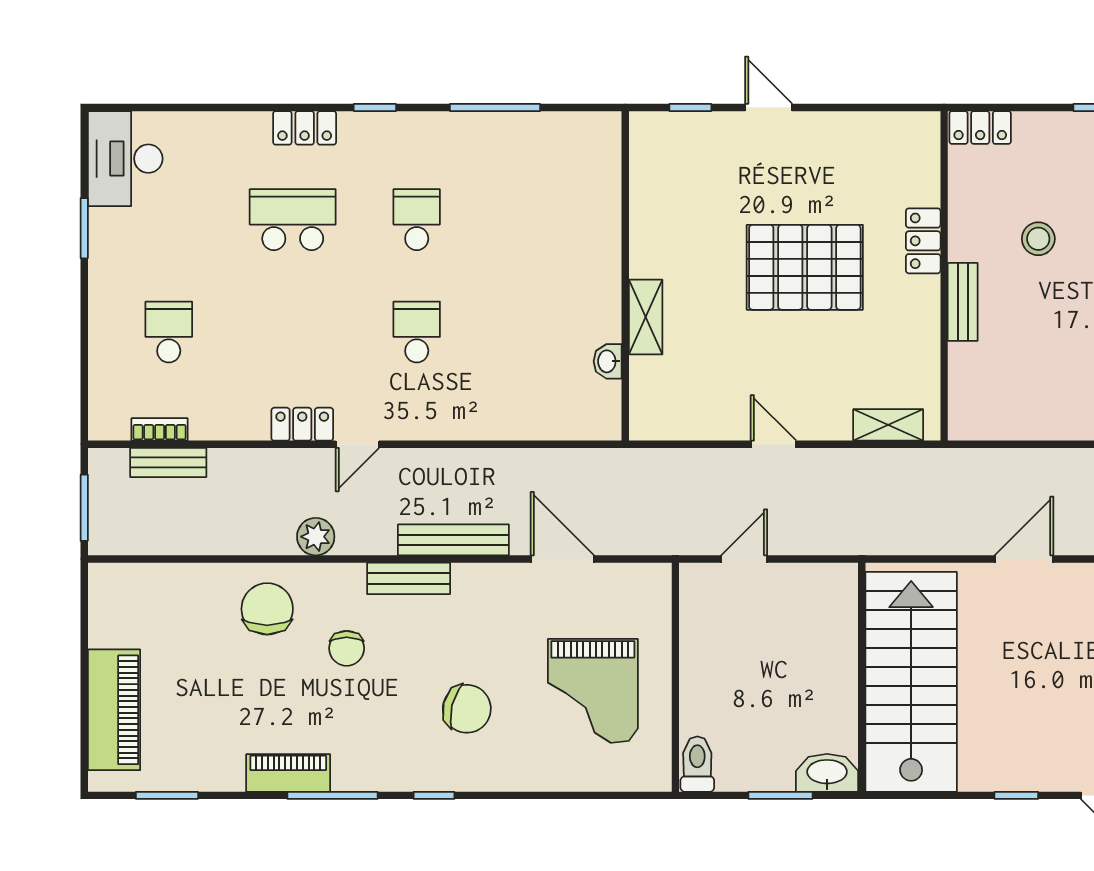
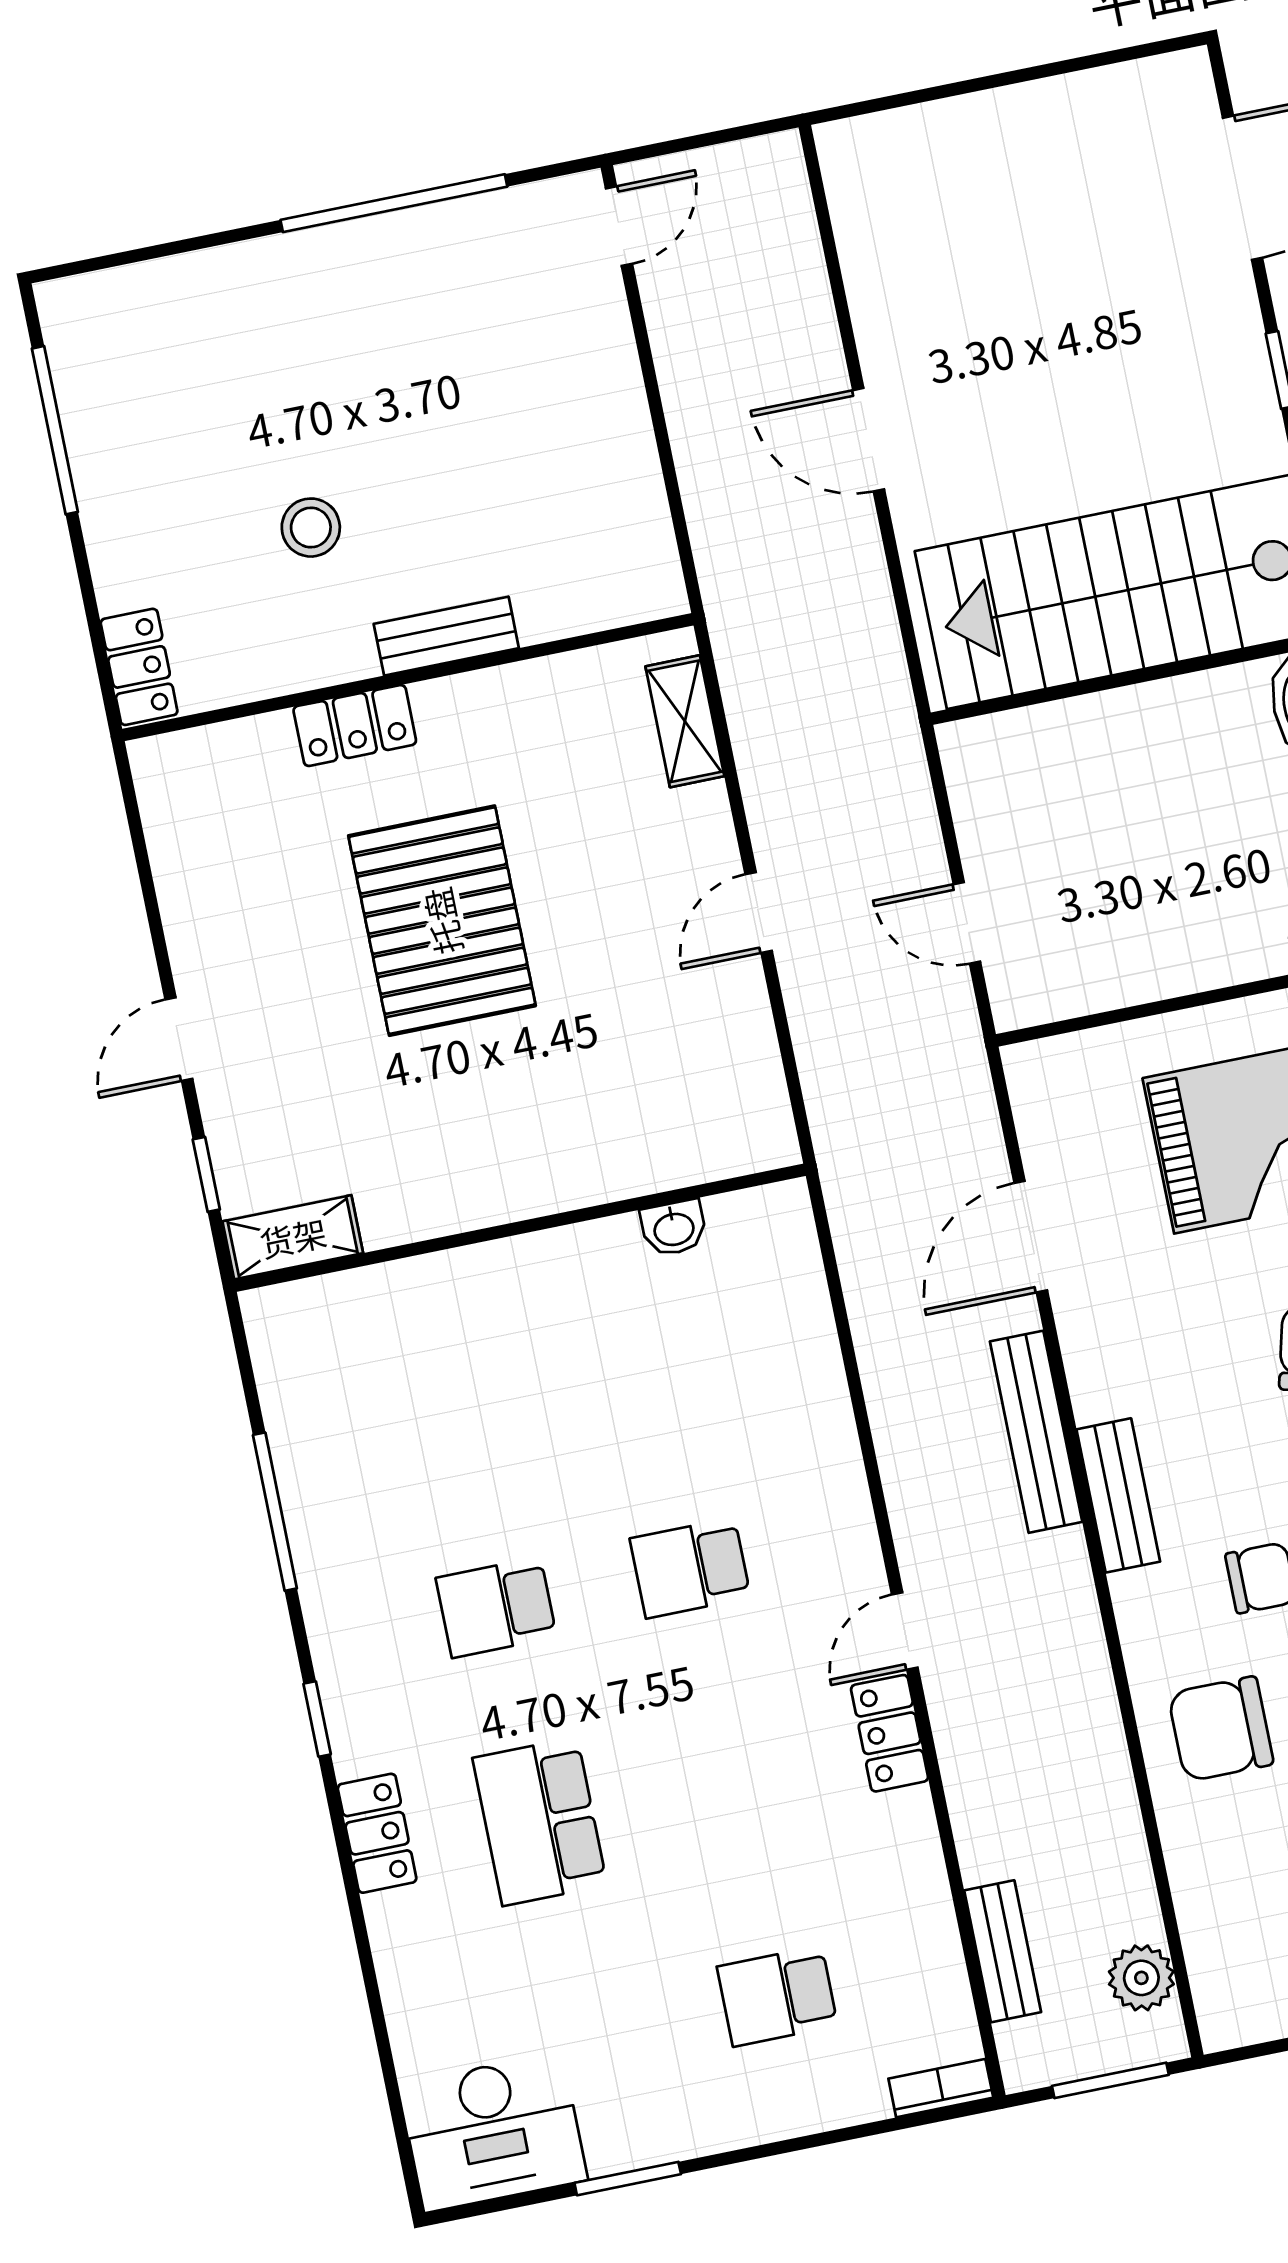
shelving: (646, 317) -> (293, 1237), moved
bookcase: (160, 429) -> (941, 2088), moved, turned 90
door: (357, 444) -> (905, 1631), swing flipped
plant: (316, 537) -> (1141, 1978), moved

